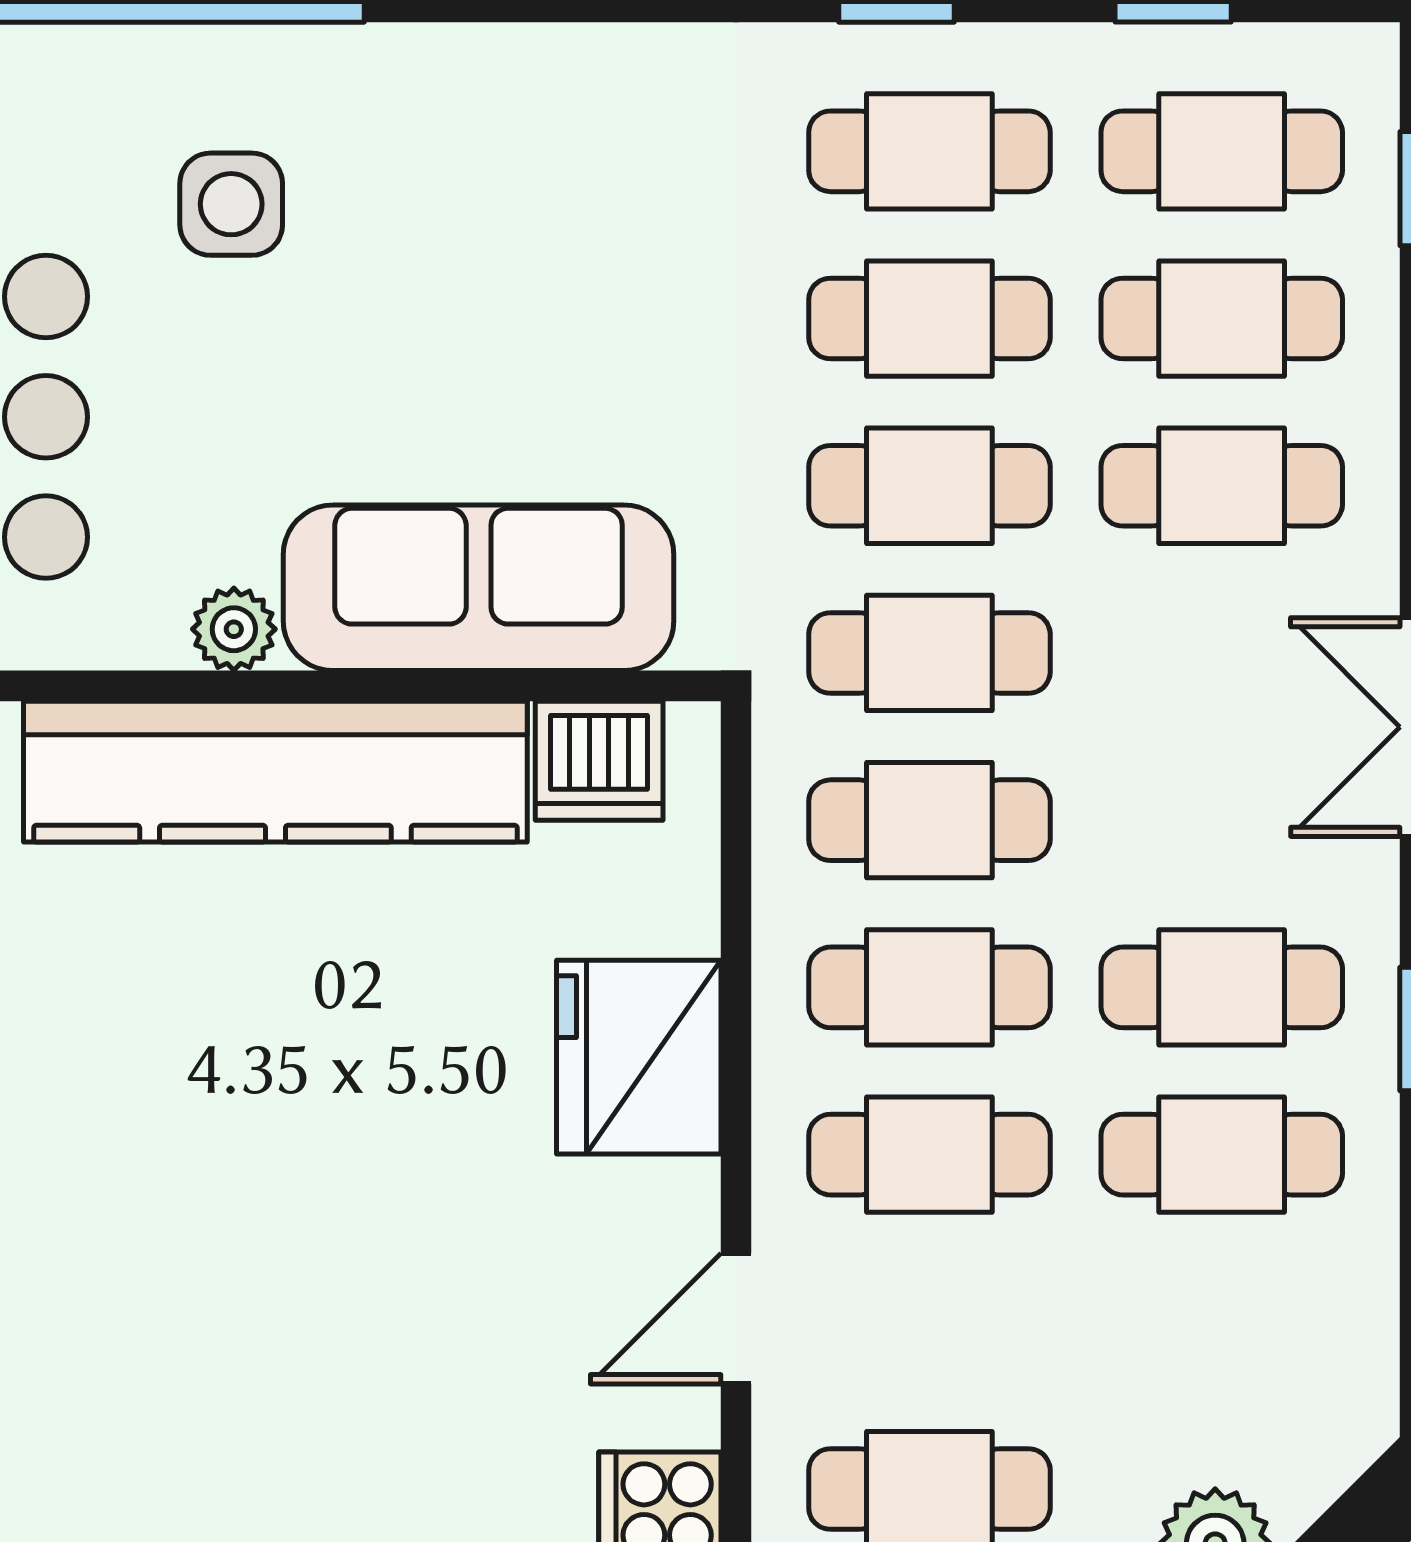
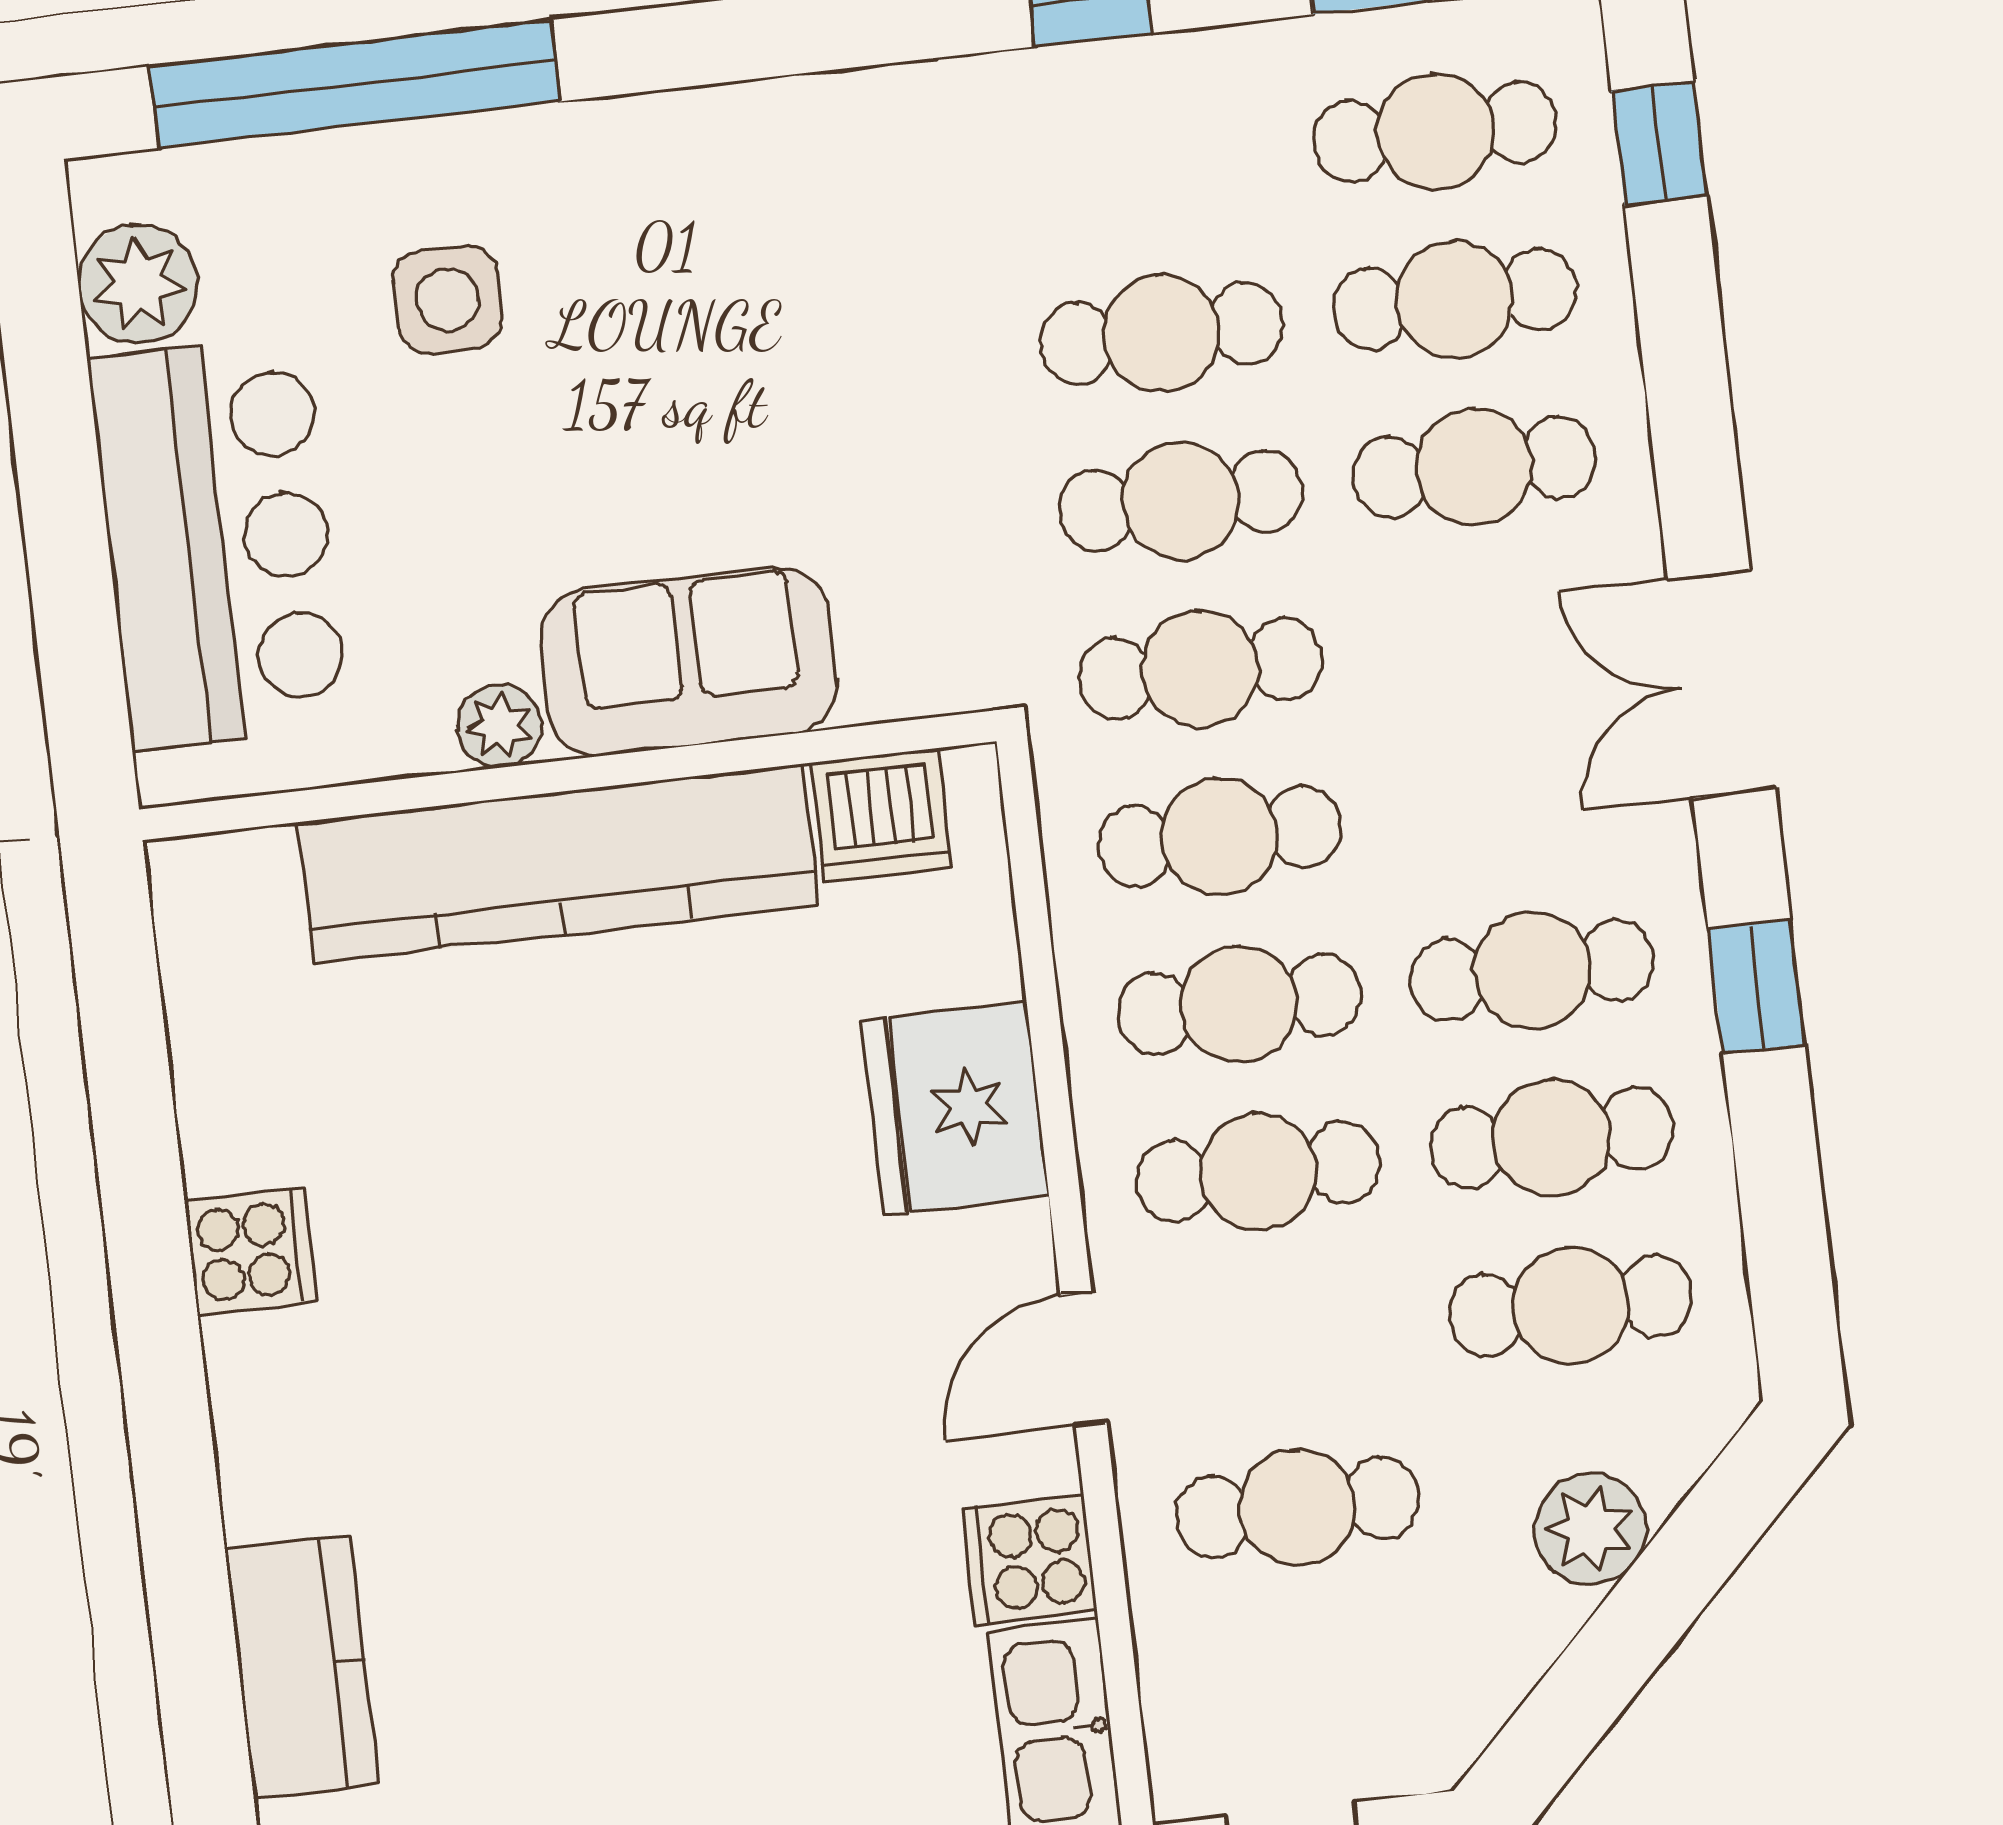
cafe table: (929, 151) -> (1571, 1306), moved
sofa: (479, 588) -> (688, 662), width x0.73

